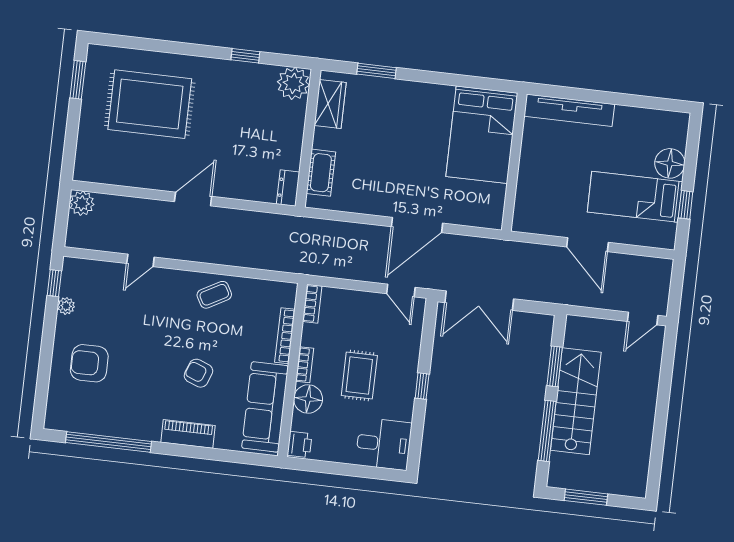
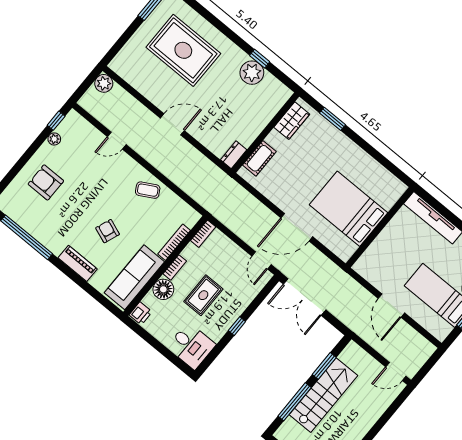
plant: (293, 83) -> (252, 73), moved
bed: (482, 135) -> (348, 209), moved, turned 90

